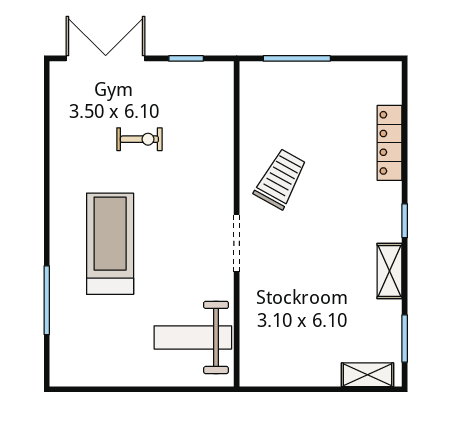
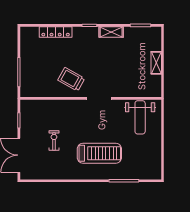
treadmill: (110, 244) -> (99, 153), turned 180
shelving: (368, 375) -> (156, 63), moved

